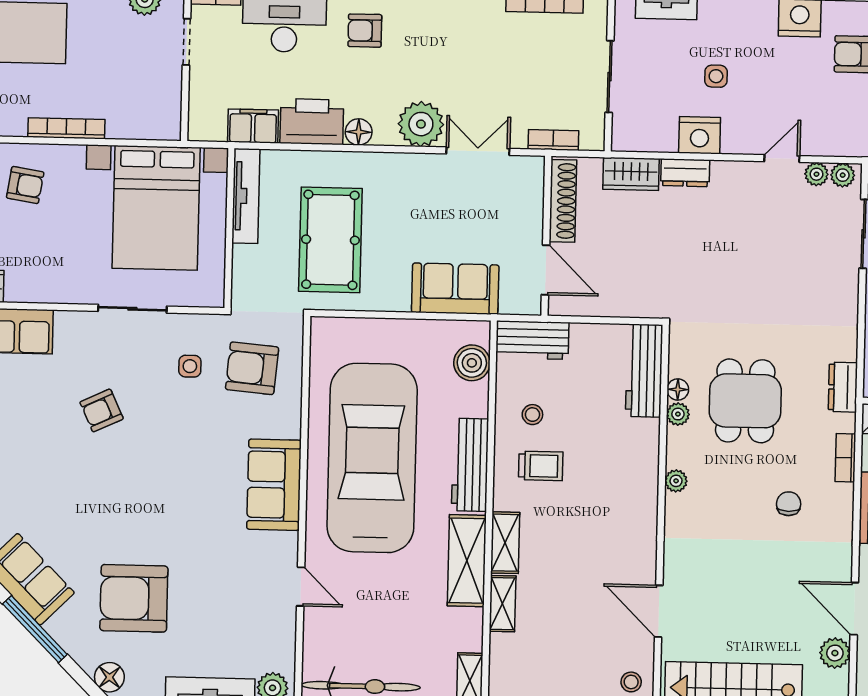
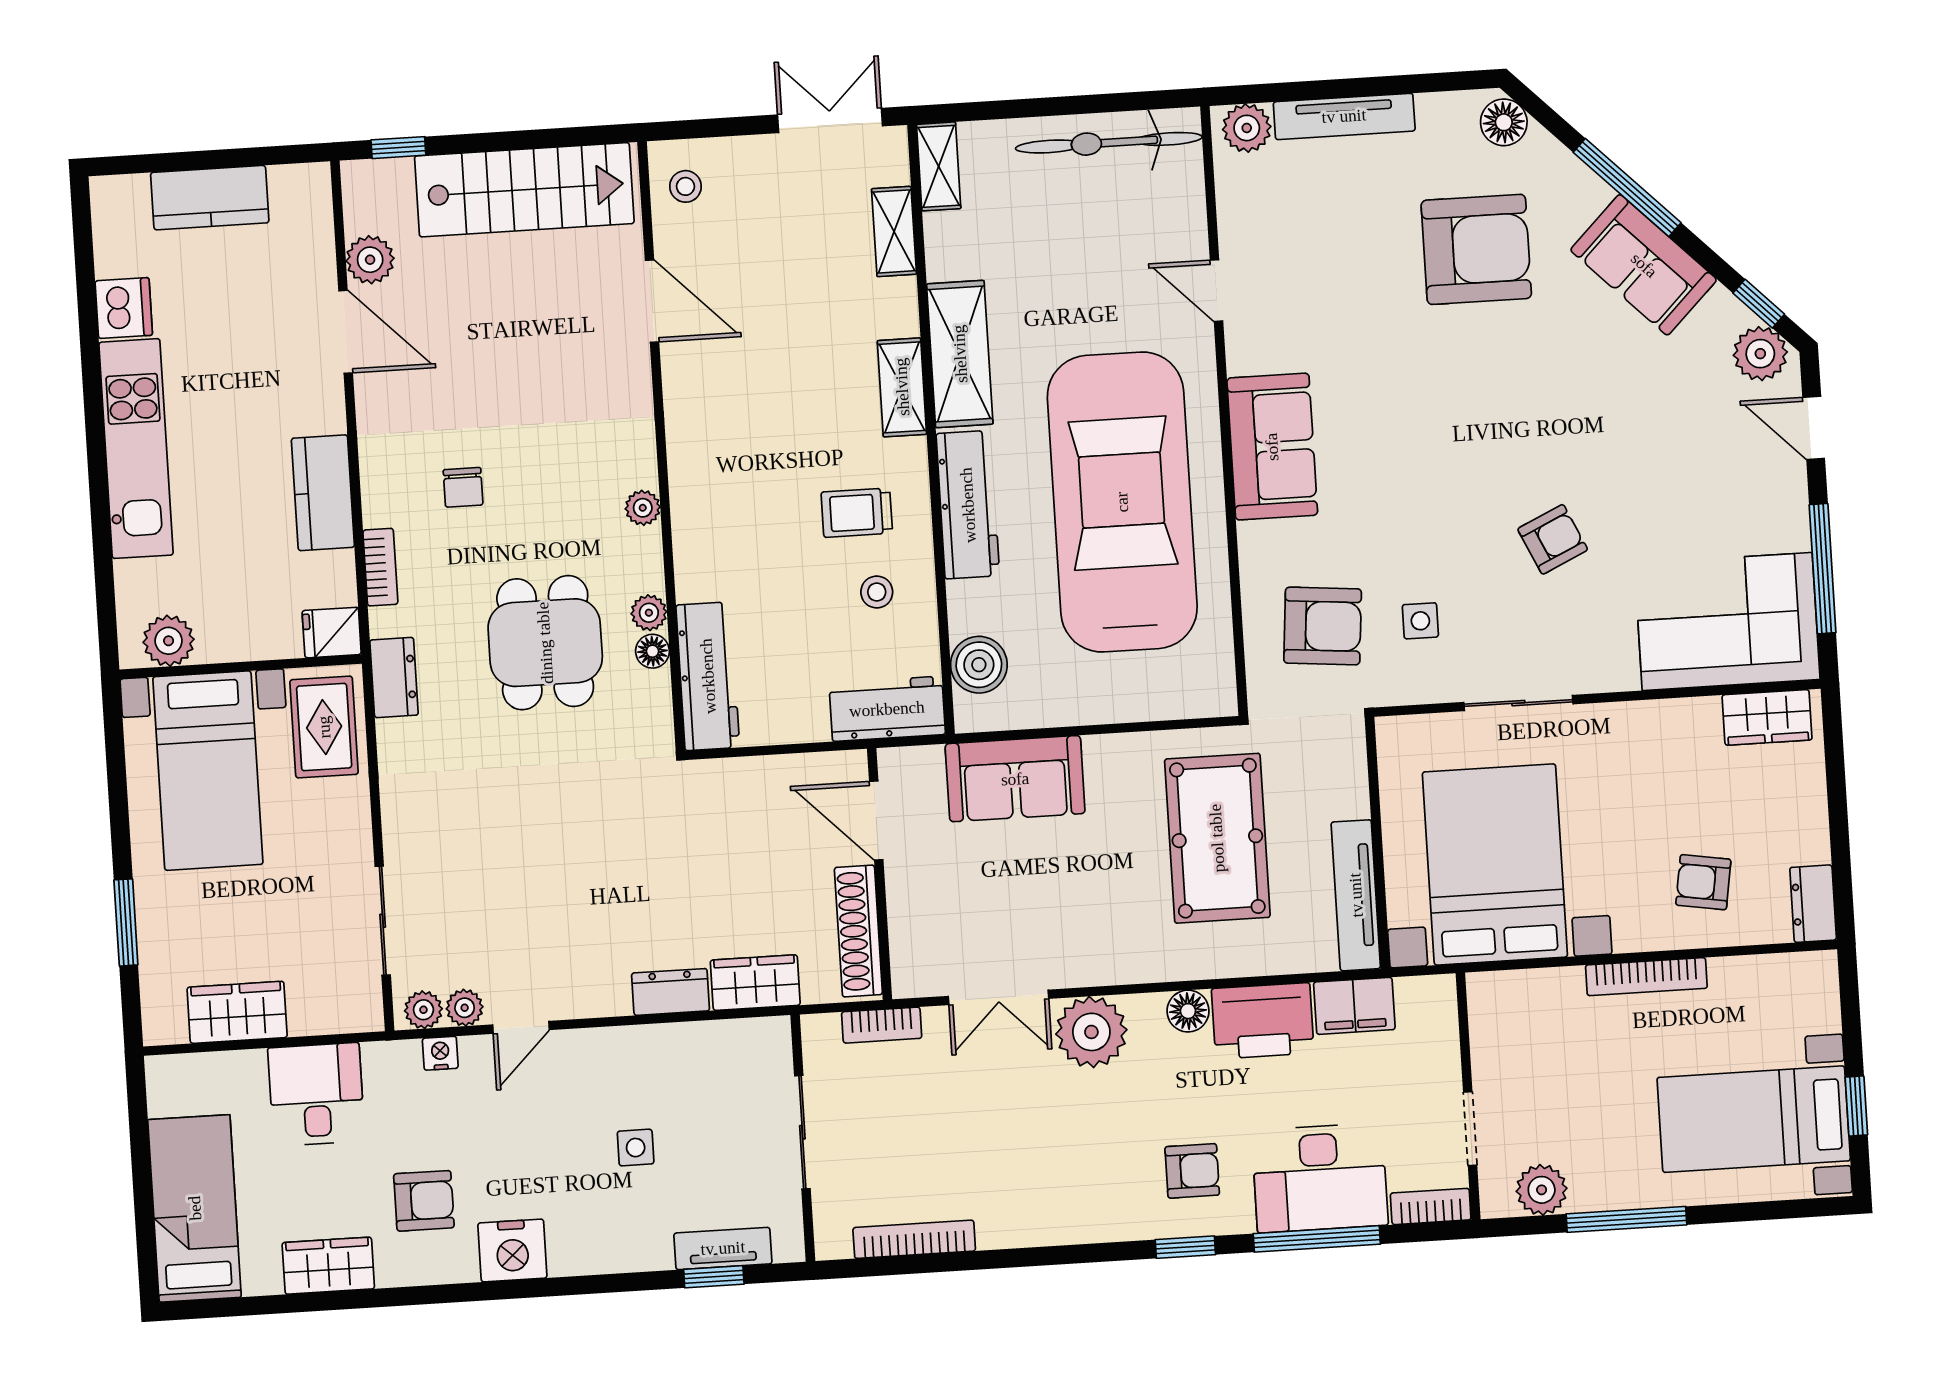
nightstand: (700, 135) -> (440, 1053), moved, width x0.53, depth x0.56
car: (372, 458) -> (1122, 502), turned 180
shelving: (503, 604) -> (894, 231), moved

